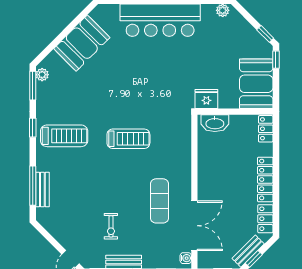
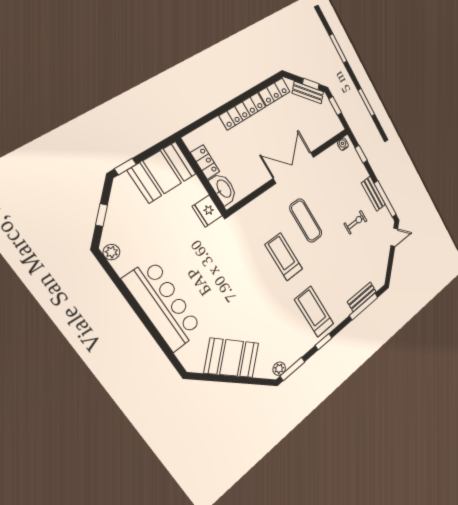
window: (265, 34) -> (102, 215), moved
locker: (266, 129) -> (205, 162), moved, turned -90
exercise mat: (160, 201) -> (306, 221), moved, turned 90
double door: (194, 226) -> (294, 168), moved

